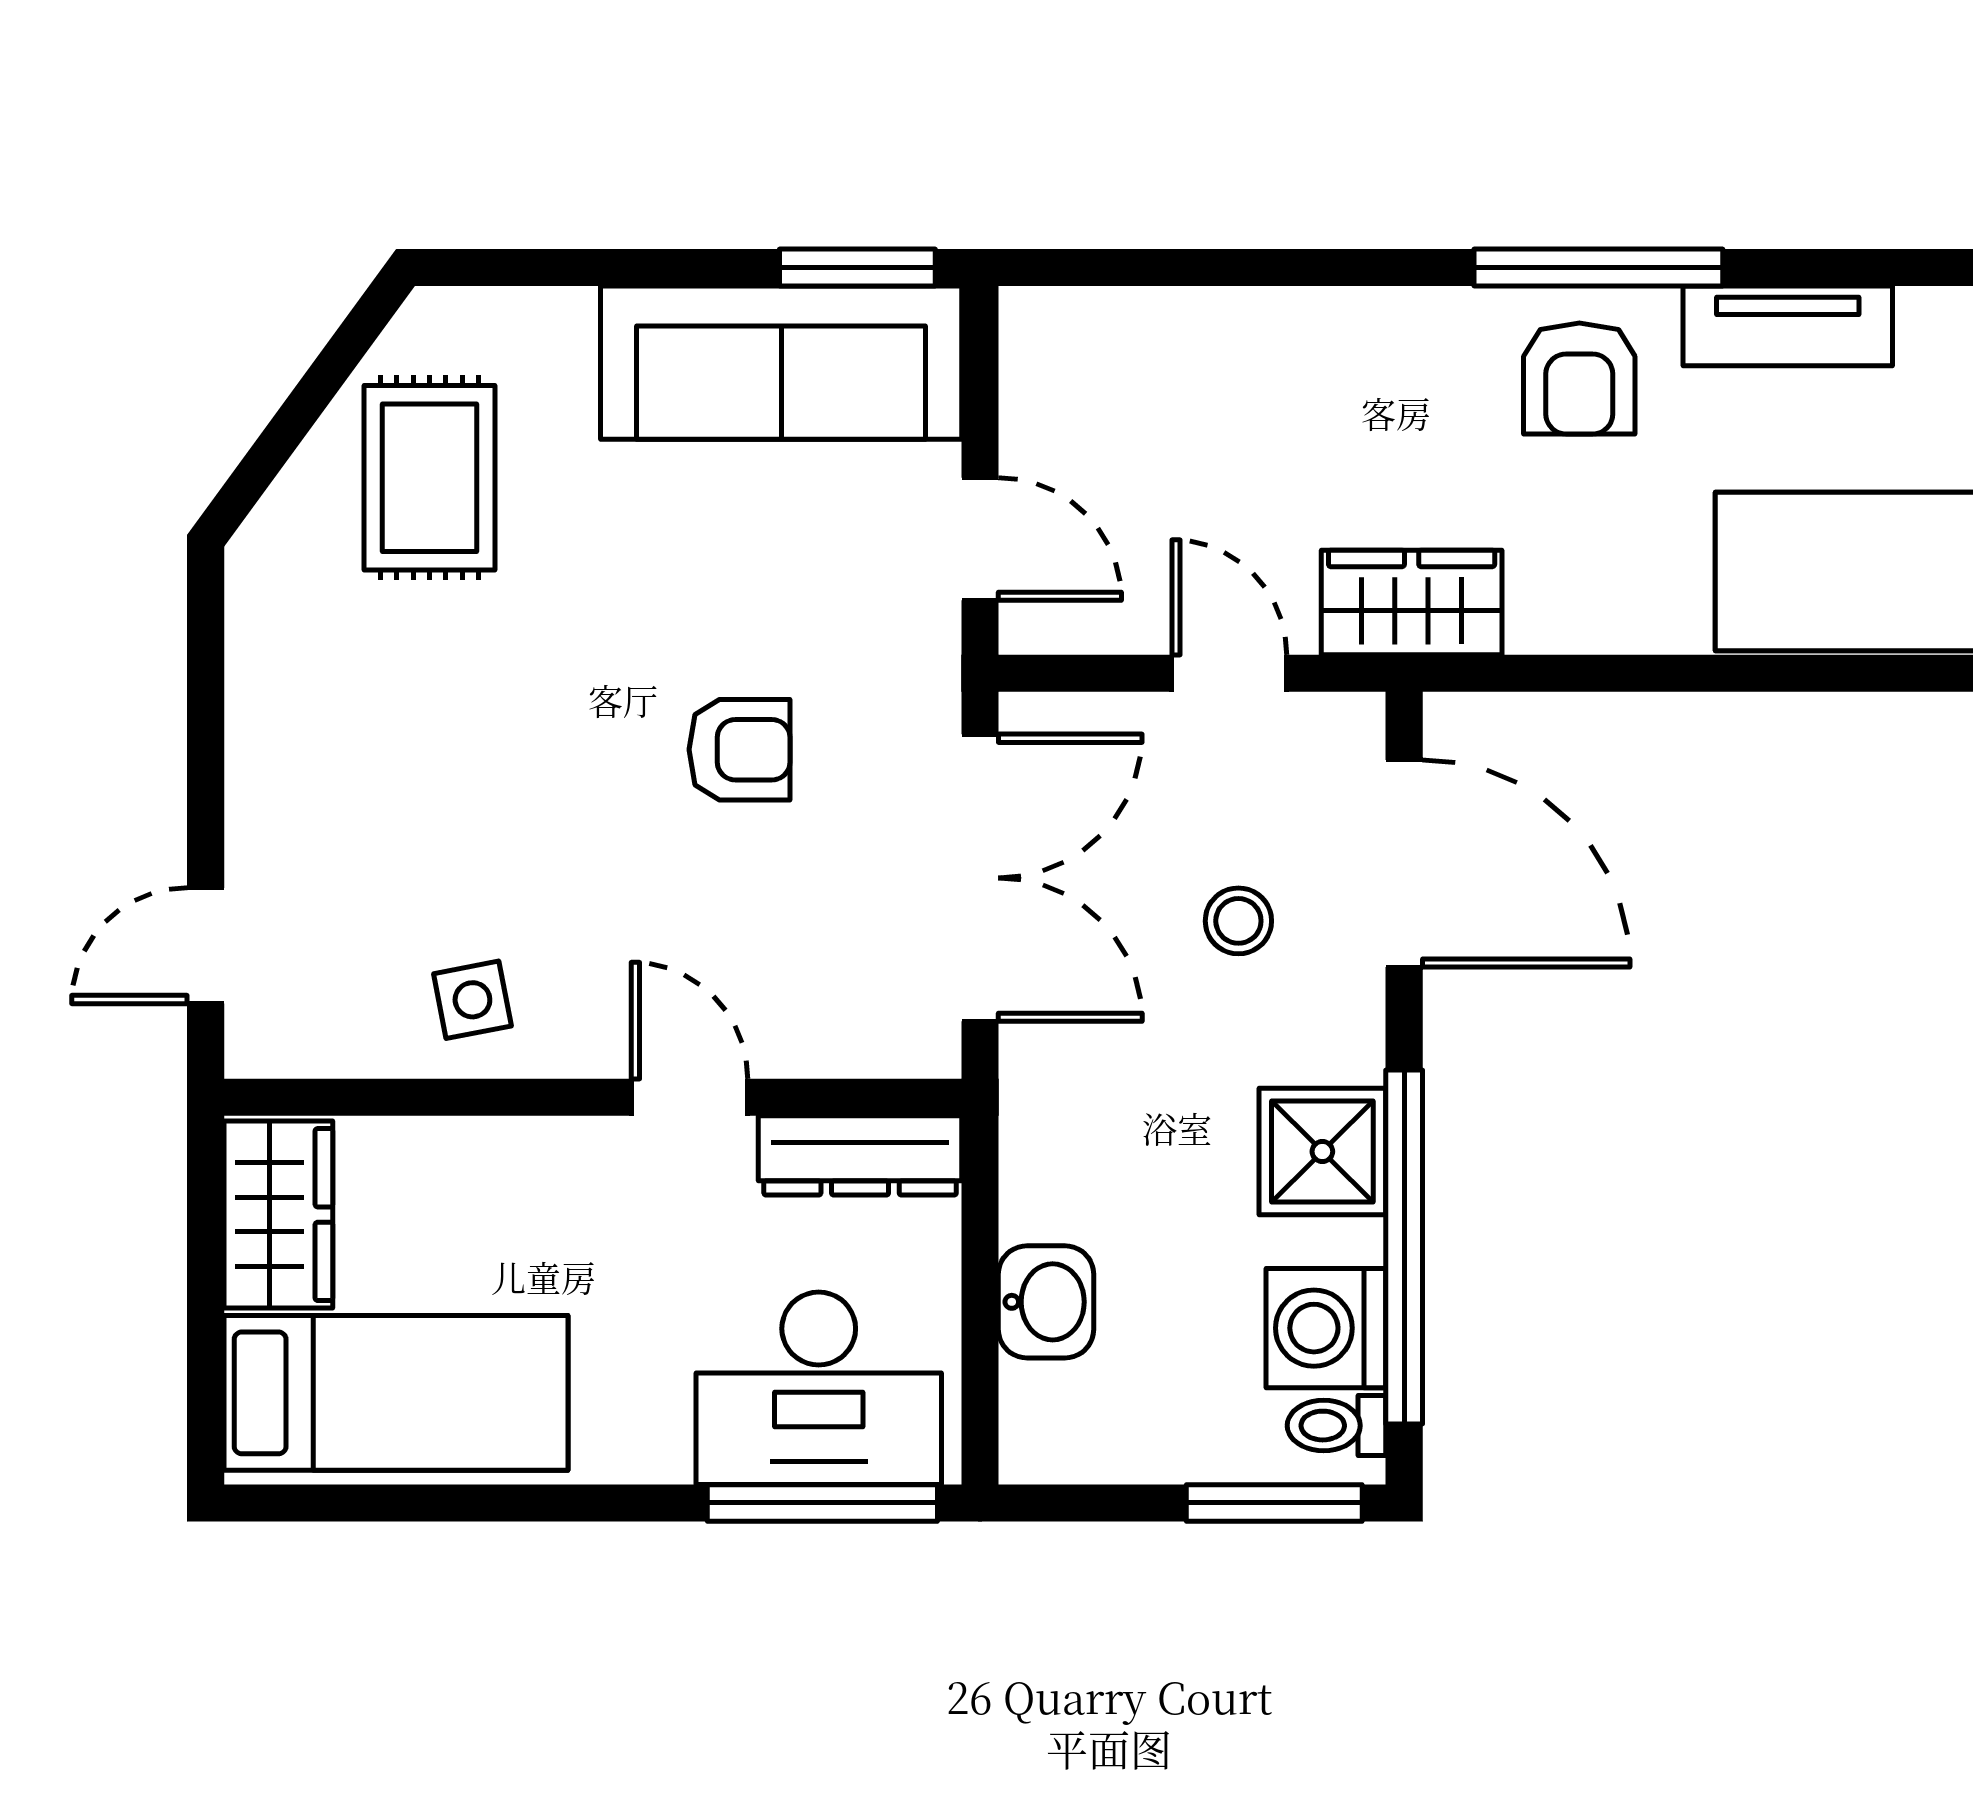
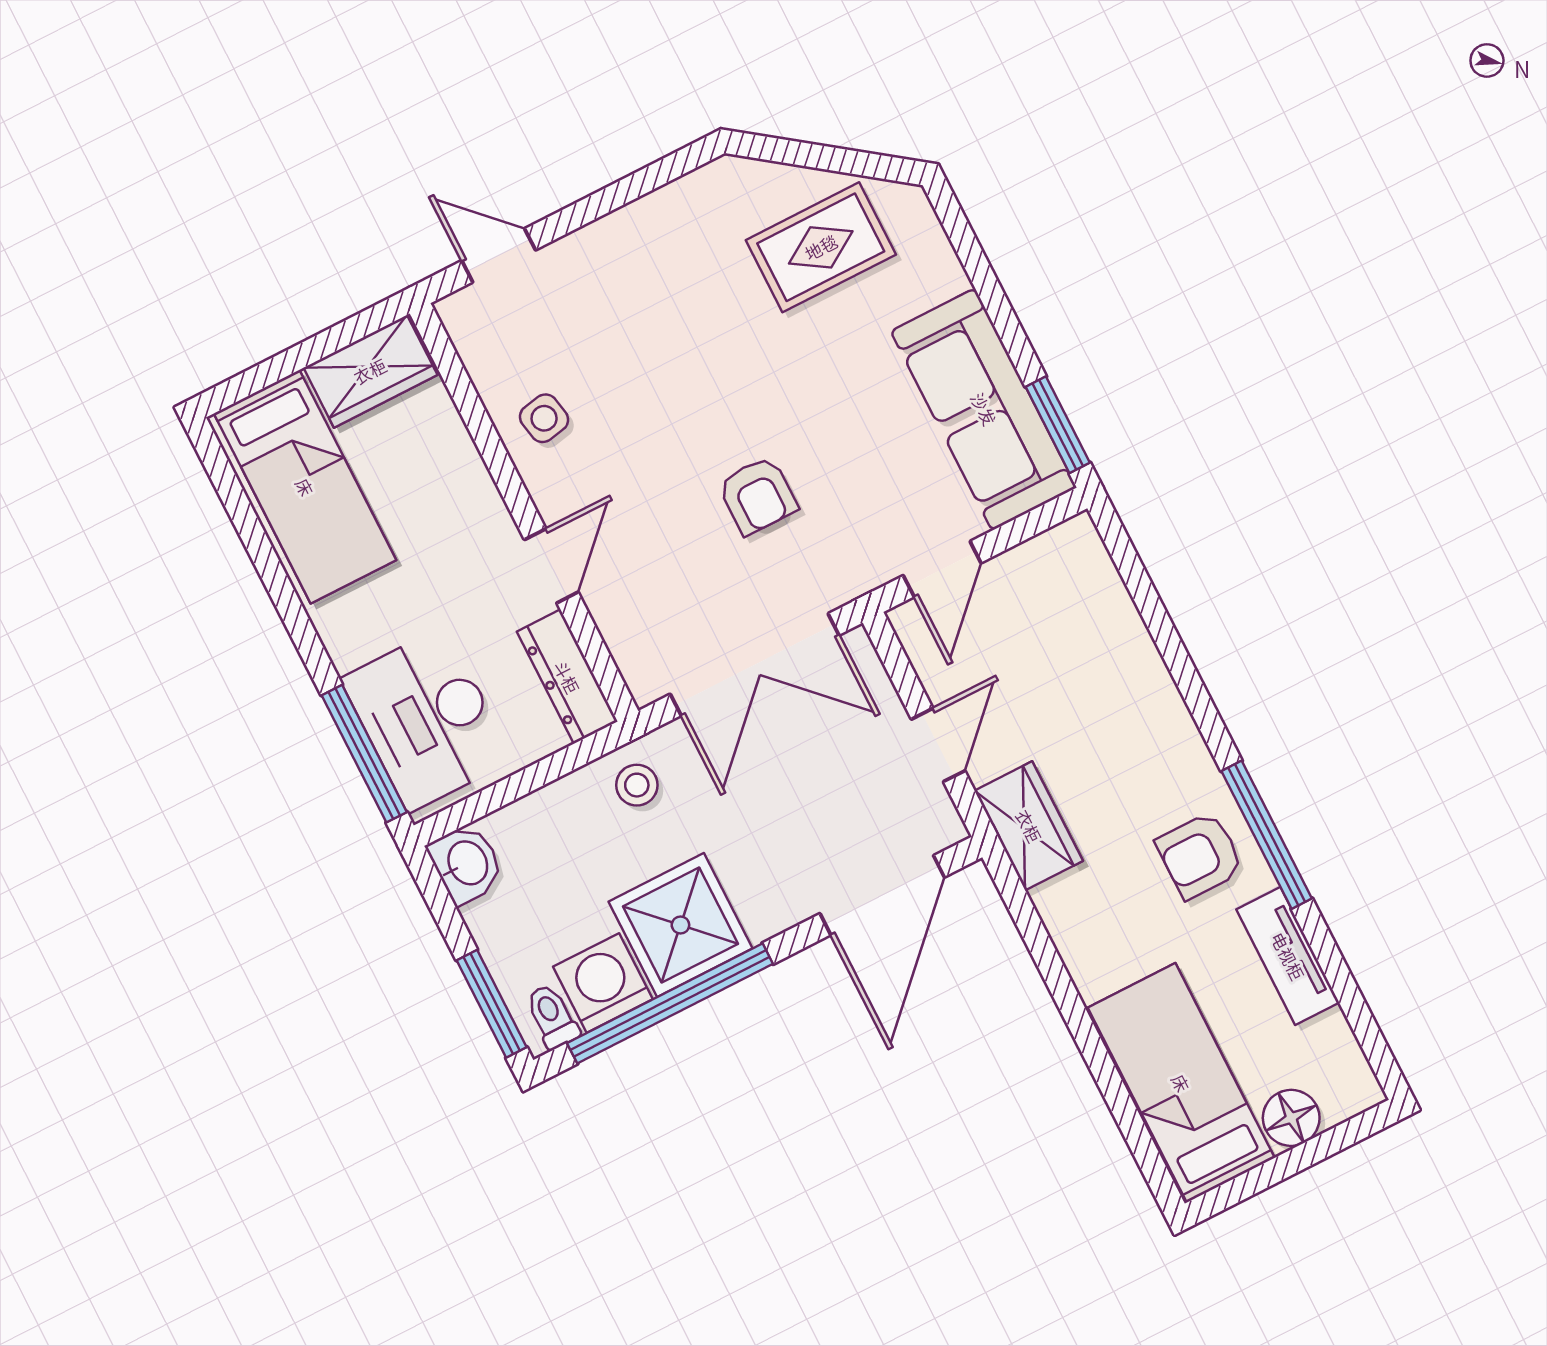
stool: (1238, 921) -> (637, 785), moved
shower: (1322, 1152) -> (680, 925), width x1.36, depth x1.36
washbasin: (1046, 1302) -> (466, 864), moved, turned -90

